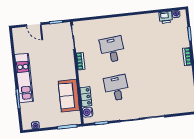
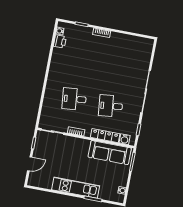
sofa: (69, 96) -> (110, 153), width x1.36
locker: (86, 97) -> (105, 136), width x1.53

